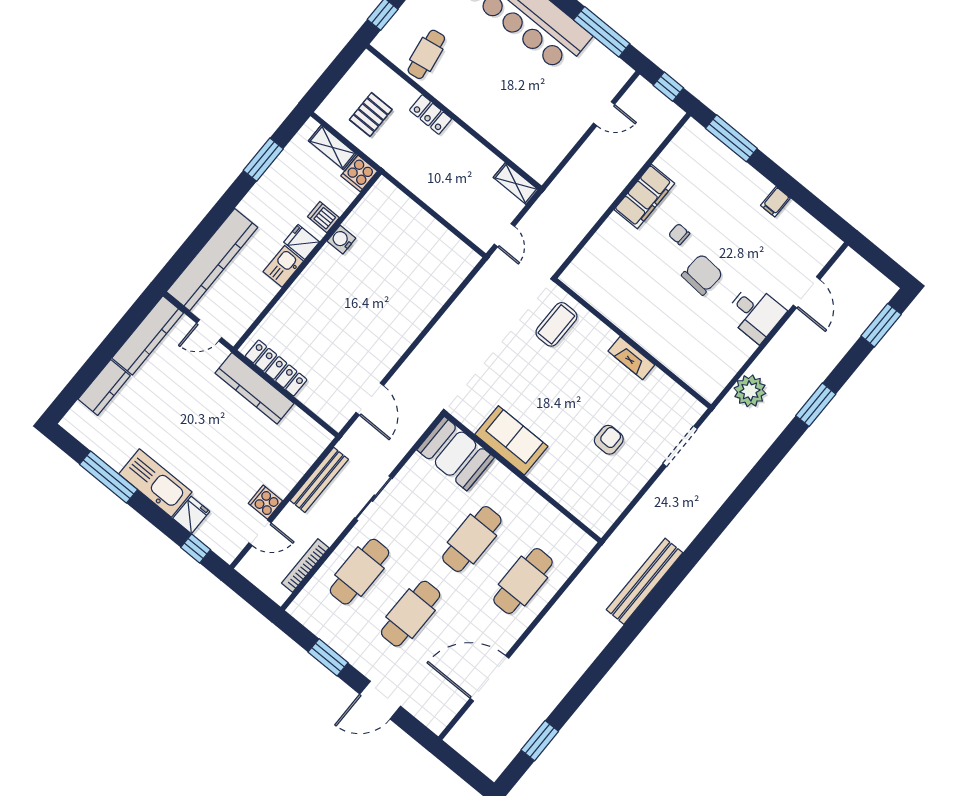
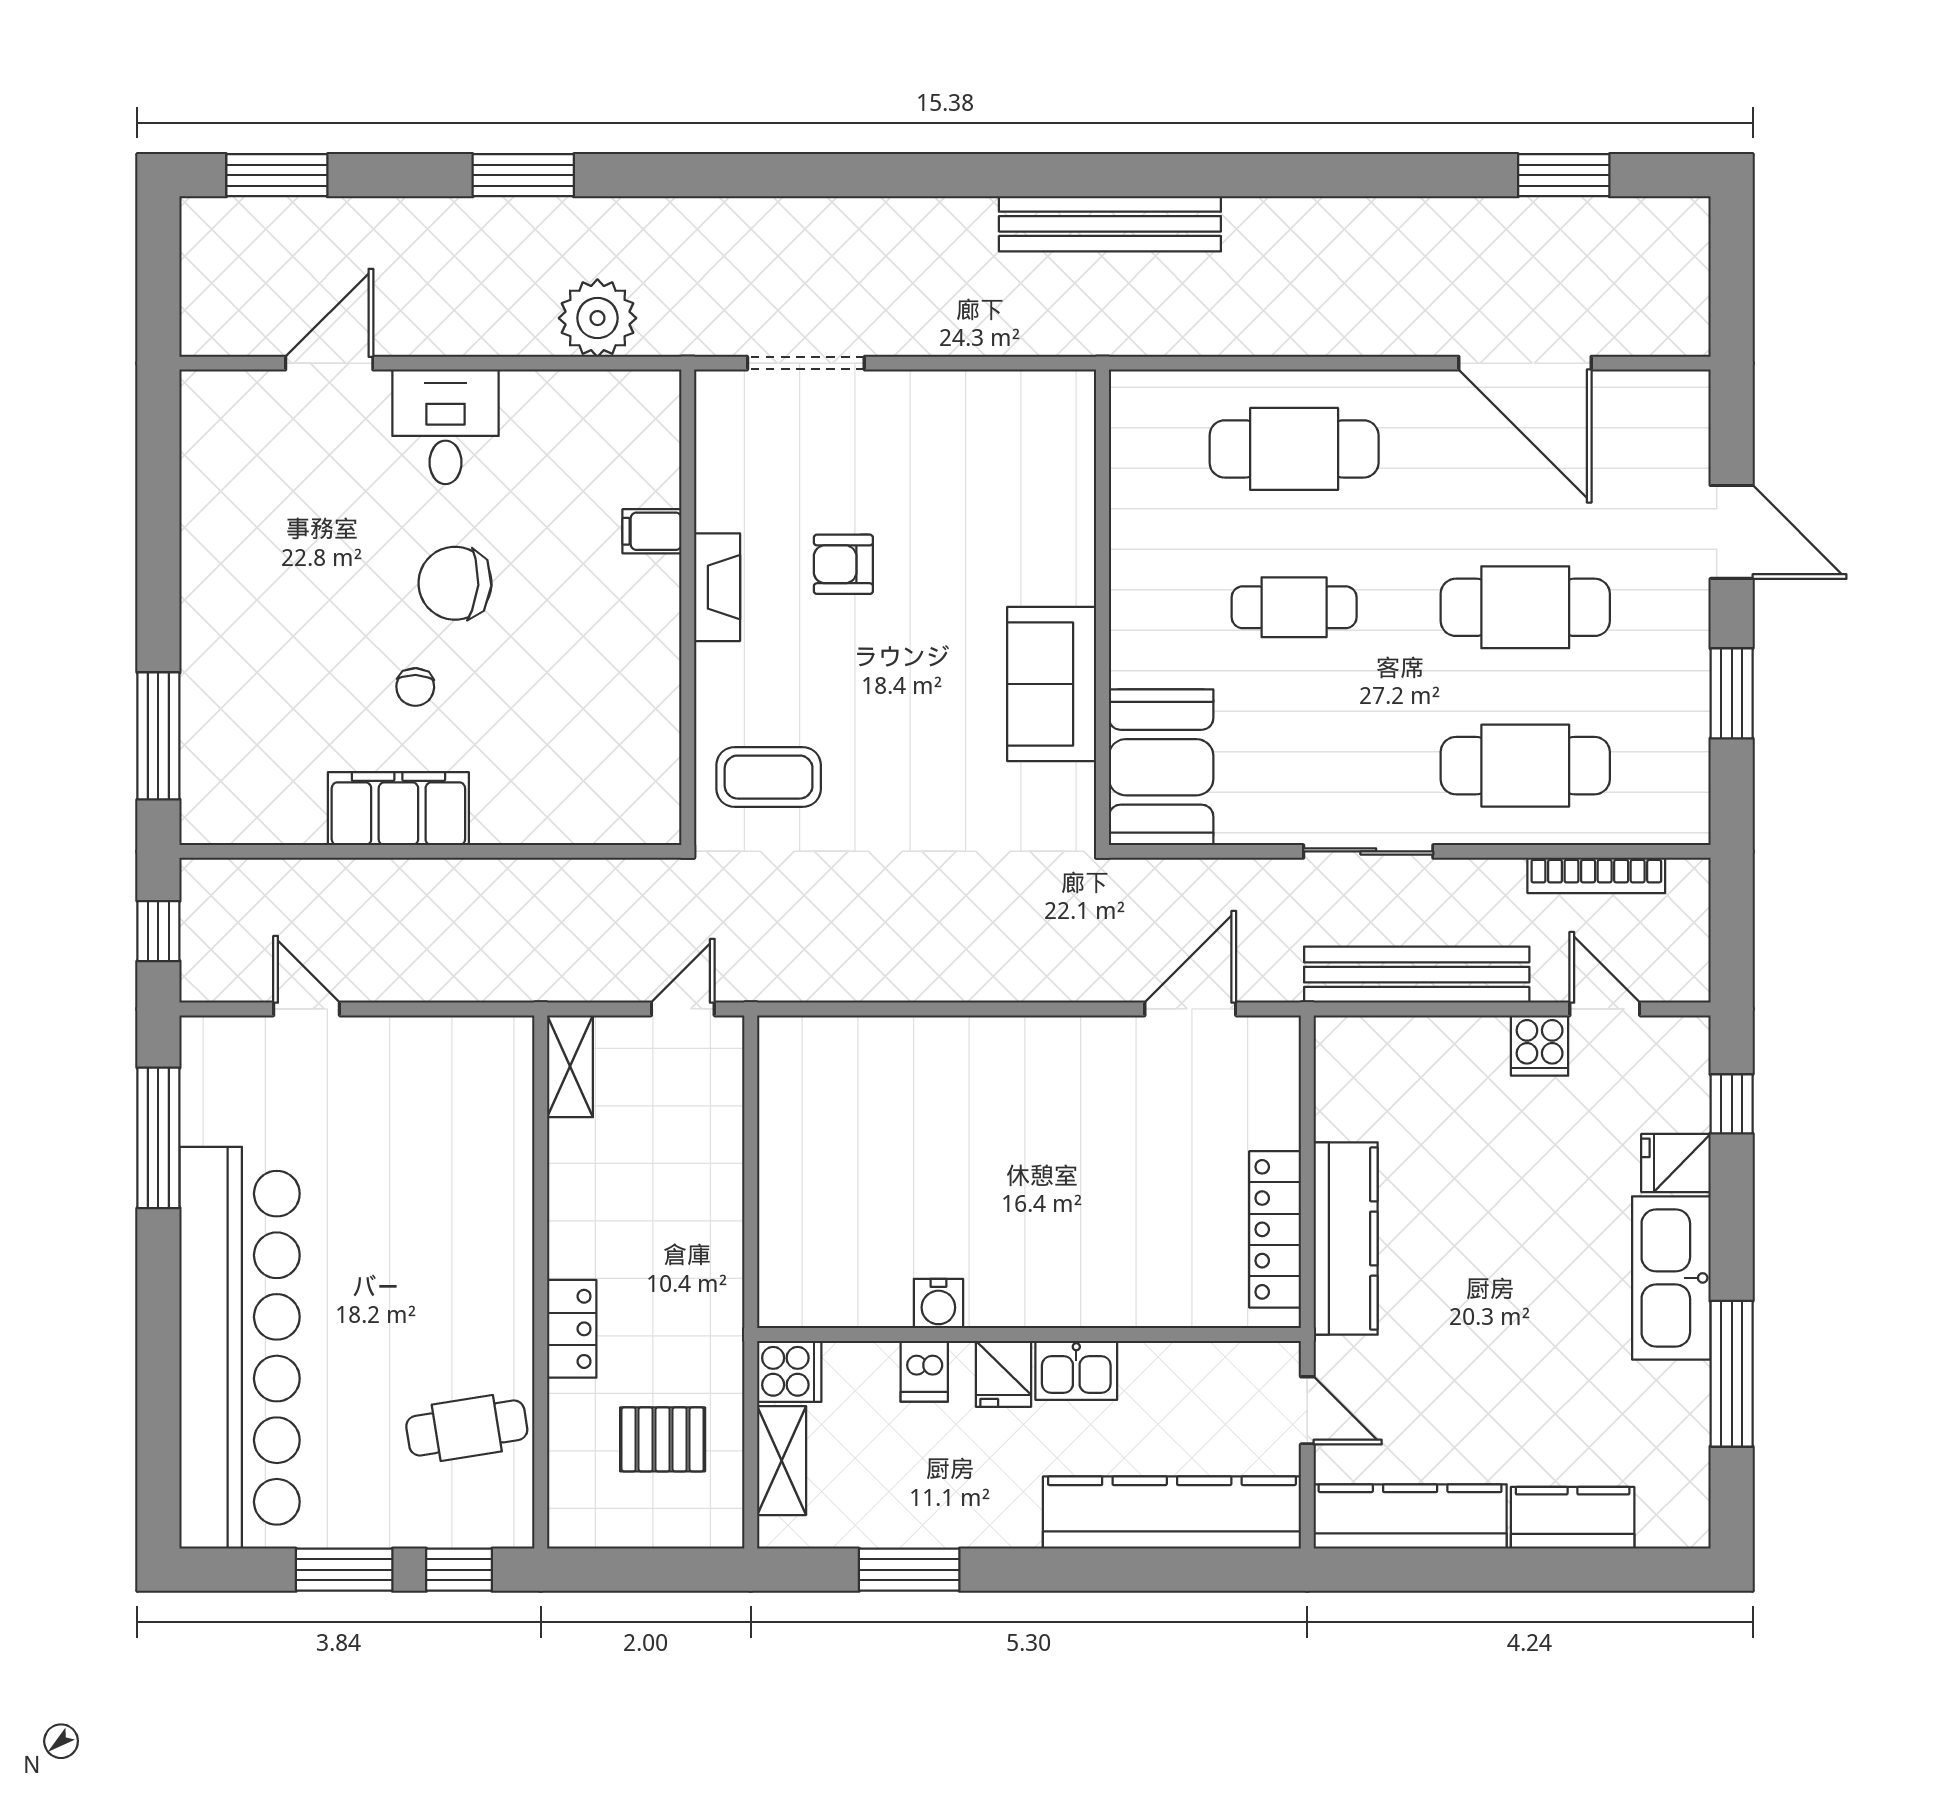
filing cabinet: (775, 202) -> (652, 531), moved, turned 180
armchair: (609, 440) -> (843, 564), moved
bench: (319, 480) -> (1417, 975), width x1.37, depth x1.21
cafe table: (472, 539) -> (1294, 607), width x0.73, depth x0.74

